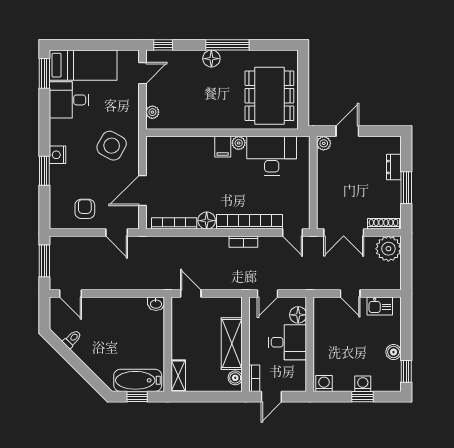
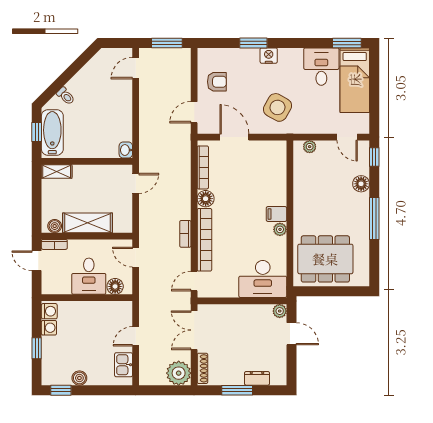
floor lamp: (211, 59) -> (361, 184), moved
desk: (272, 156) -> (263, 279), moved, turned 90
toilet: (72, 339) -> (66, 96), moved
washing machine: (363, 384) -> (49, 328), moved

